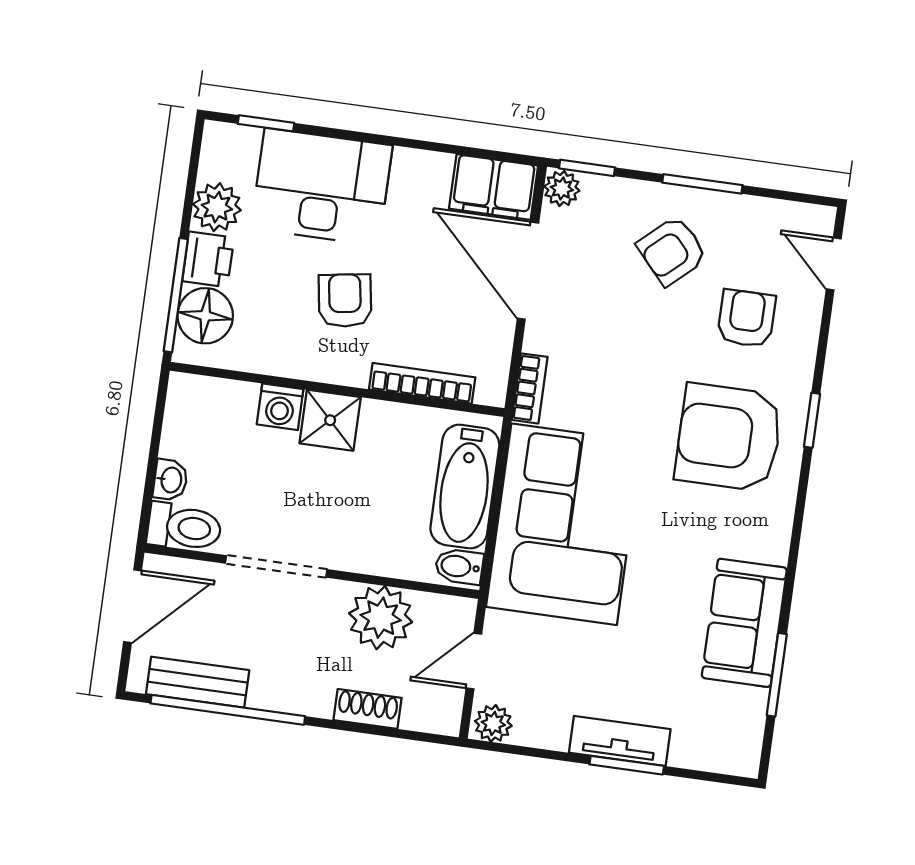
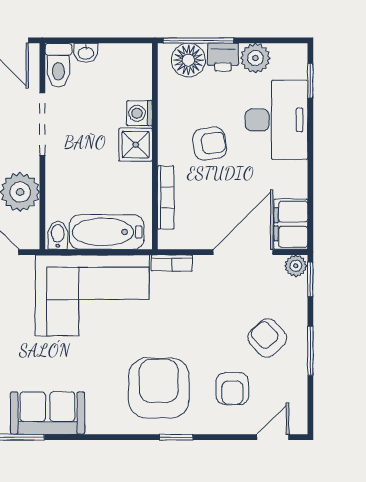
armchair: (746, 318) -> (232, 389), turned 90

